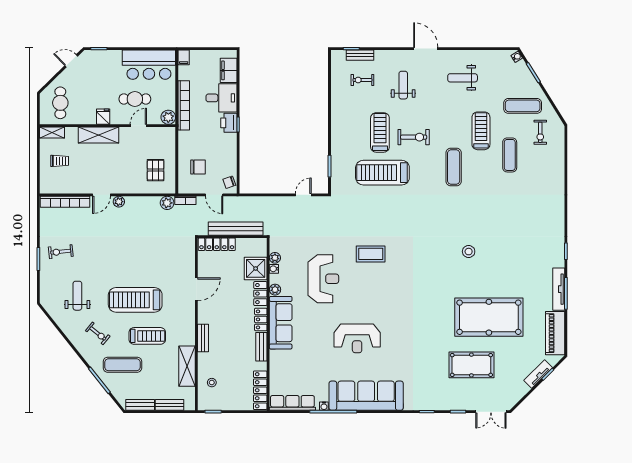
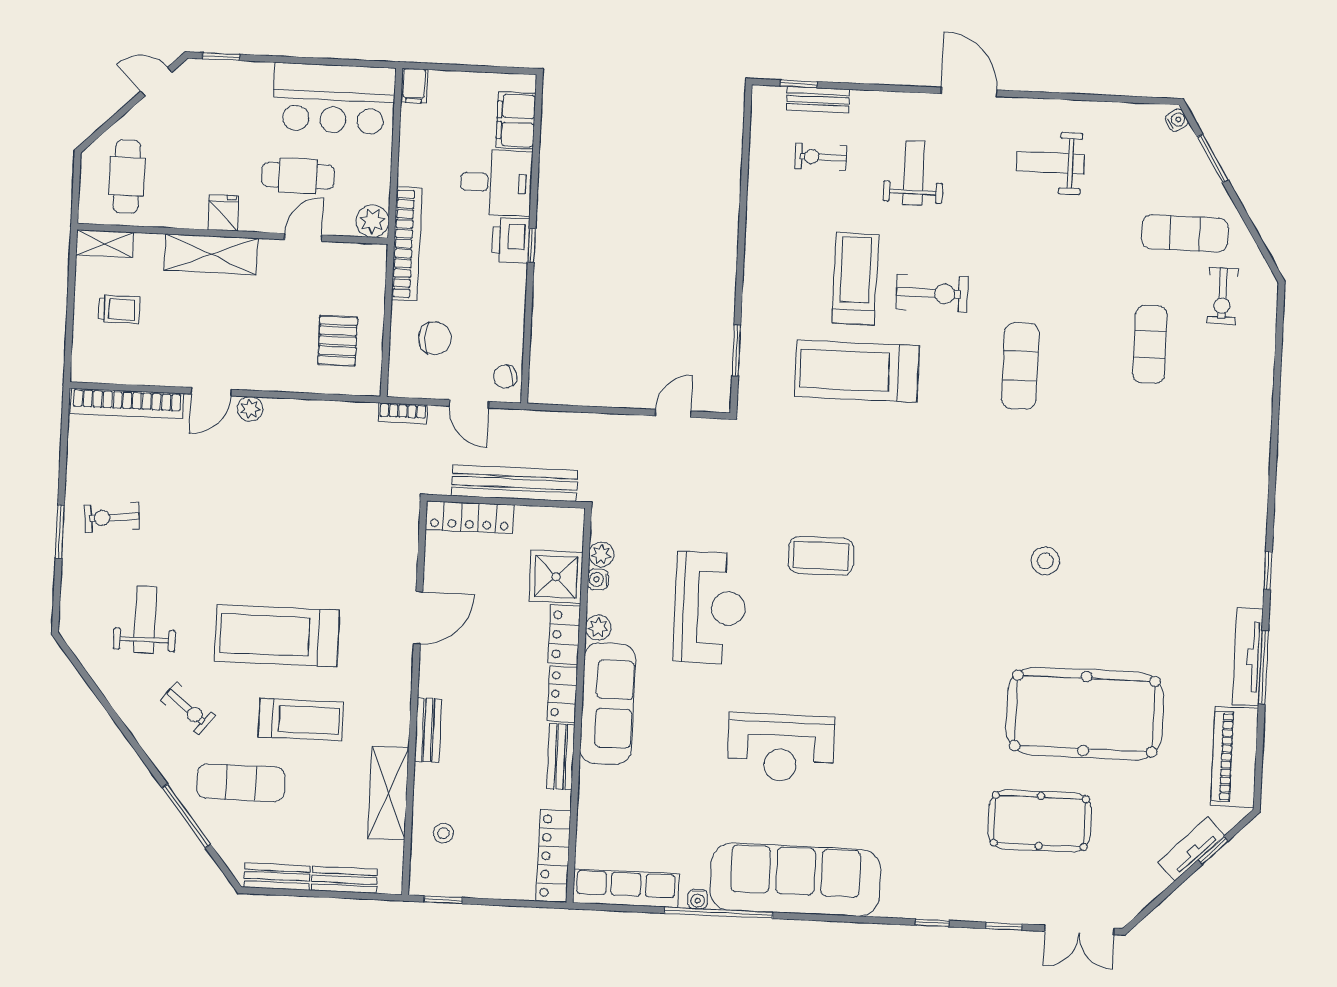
bookcase: (184, 105) -> (407, 244), moved
treadmill: (481, 131) -> (1087, 286), removed
plant: (167, 203) -> (360, 417), removed

